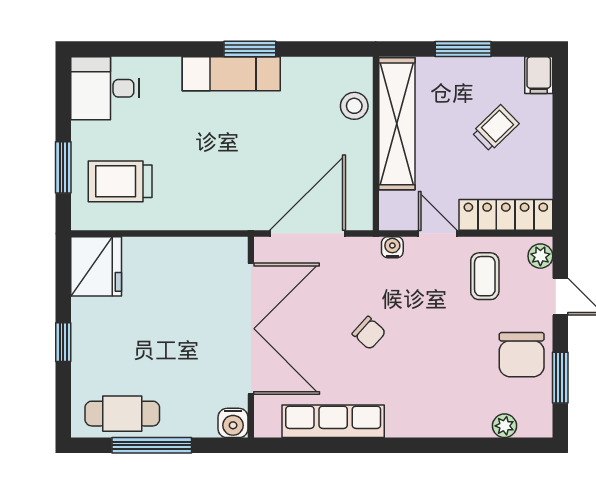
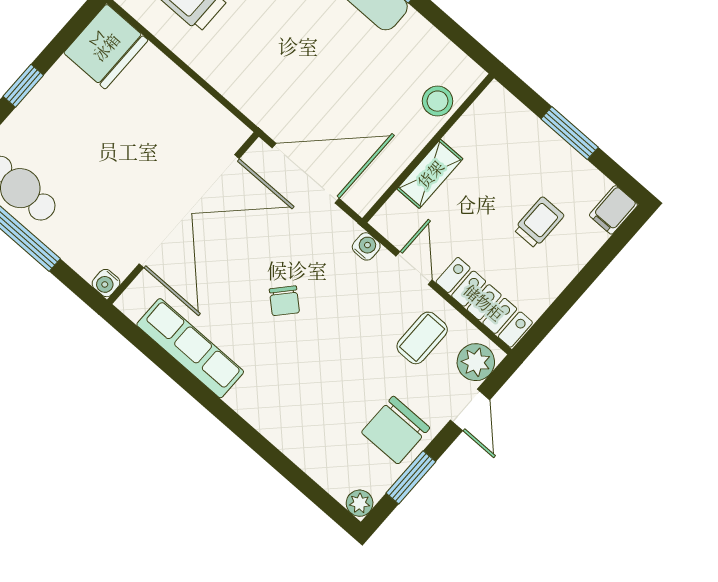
shelving: (397, 124) -> (430, 174), width x0.45, depth x0.75
trolley: (495, 128) -> (539, 222), turned -46
plant: (540, 256) -> (476, 362), width x1.38, depth x1.38
water cooler: (233, 423) -> (106, 283), width x0.72, depth x0.72
plant: (505, 426) -> (360, 503), moved

